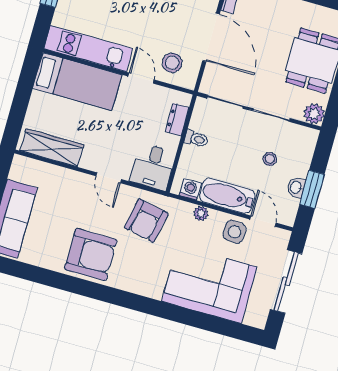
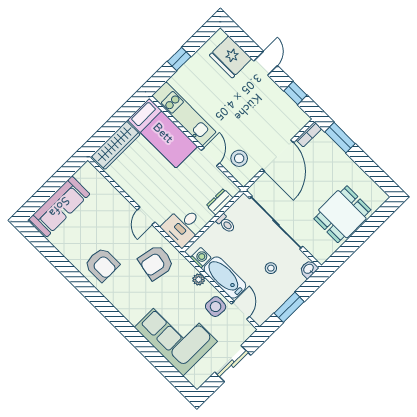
plant: (314, 114) -> (321, 253), removed
wardrobe: (52, 148) -> (116, 145), moved, turned 90
washbasin: (296, 187) -> (309, 269), moved
armchair: (91, 255) -> (102, 264), width x0.73, depth x0.73
sliding door: (286, 281) -> (233, 364), width x0.73

